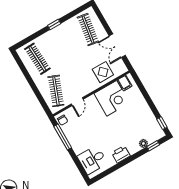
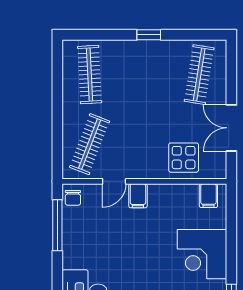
corner desk: (112, 98) -> (202, 254), moved, turned 90
filing cabinet: (92, 102) -> (138, 196), added

